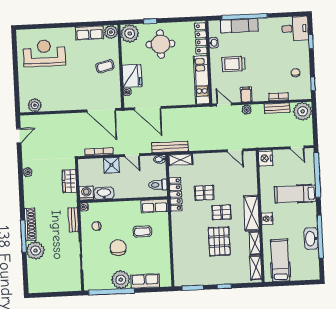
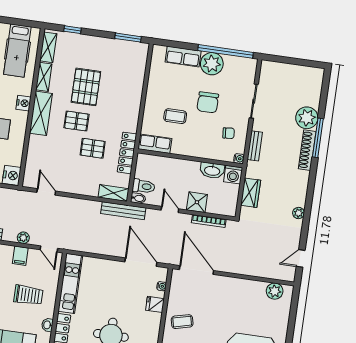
fridge: (132, 76) -> (155, 304), width x0.53, depth x0.75
toilet: (158, 185) -> (144, 186), moved
window: (224, 286) -> (73, 30), moved

